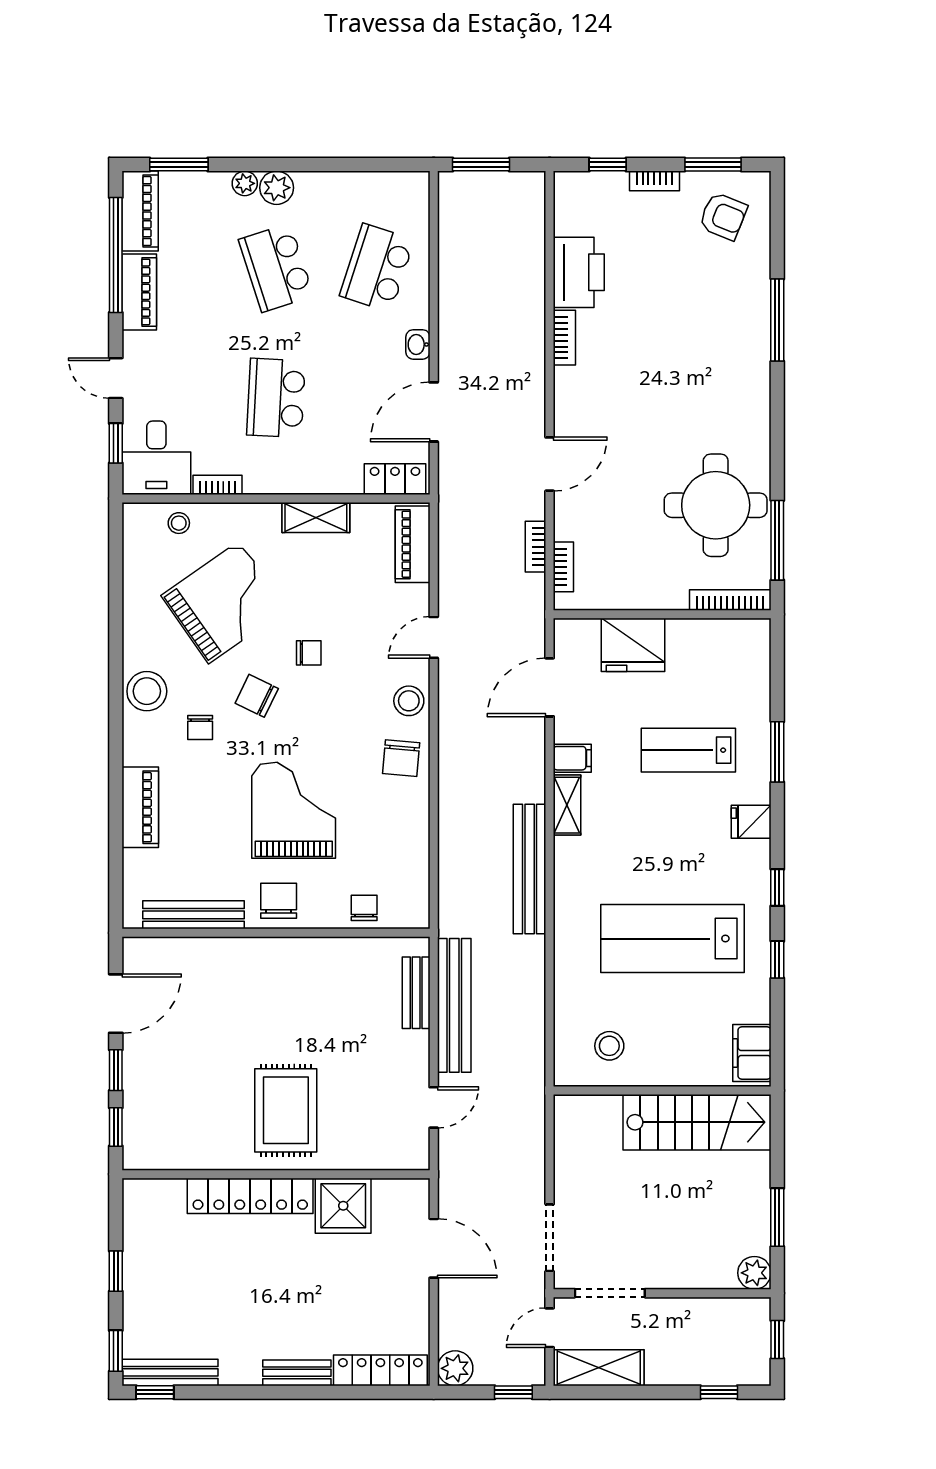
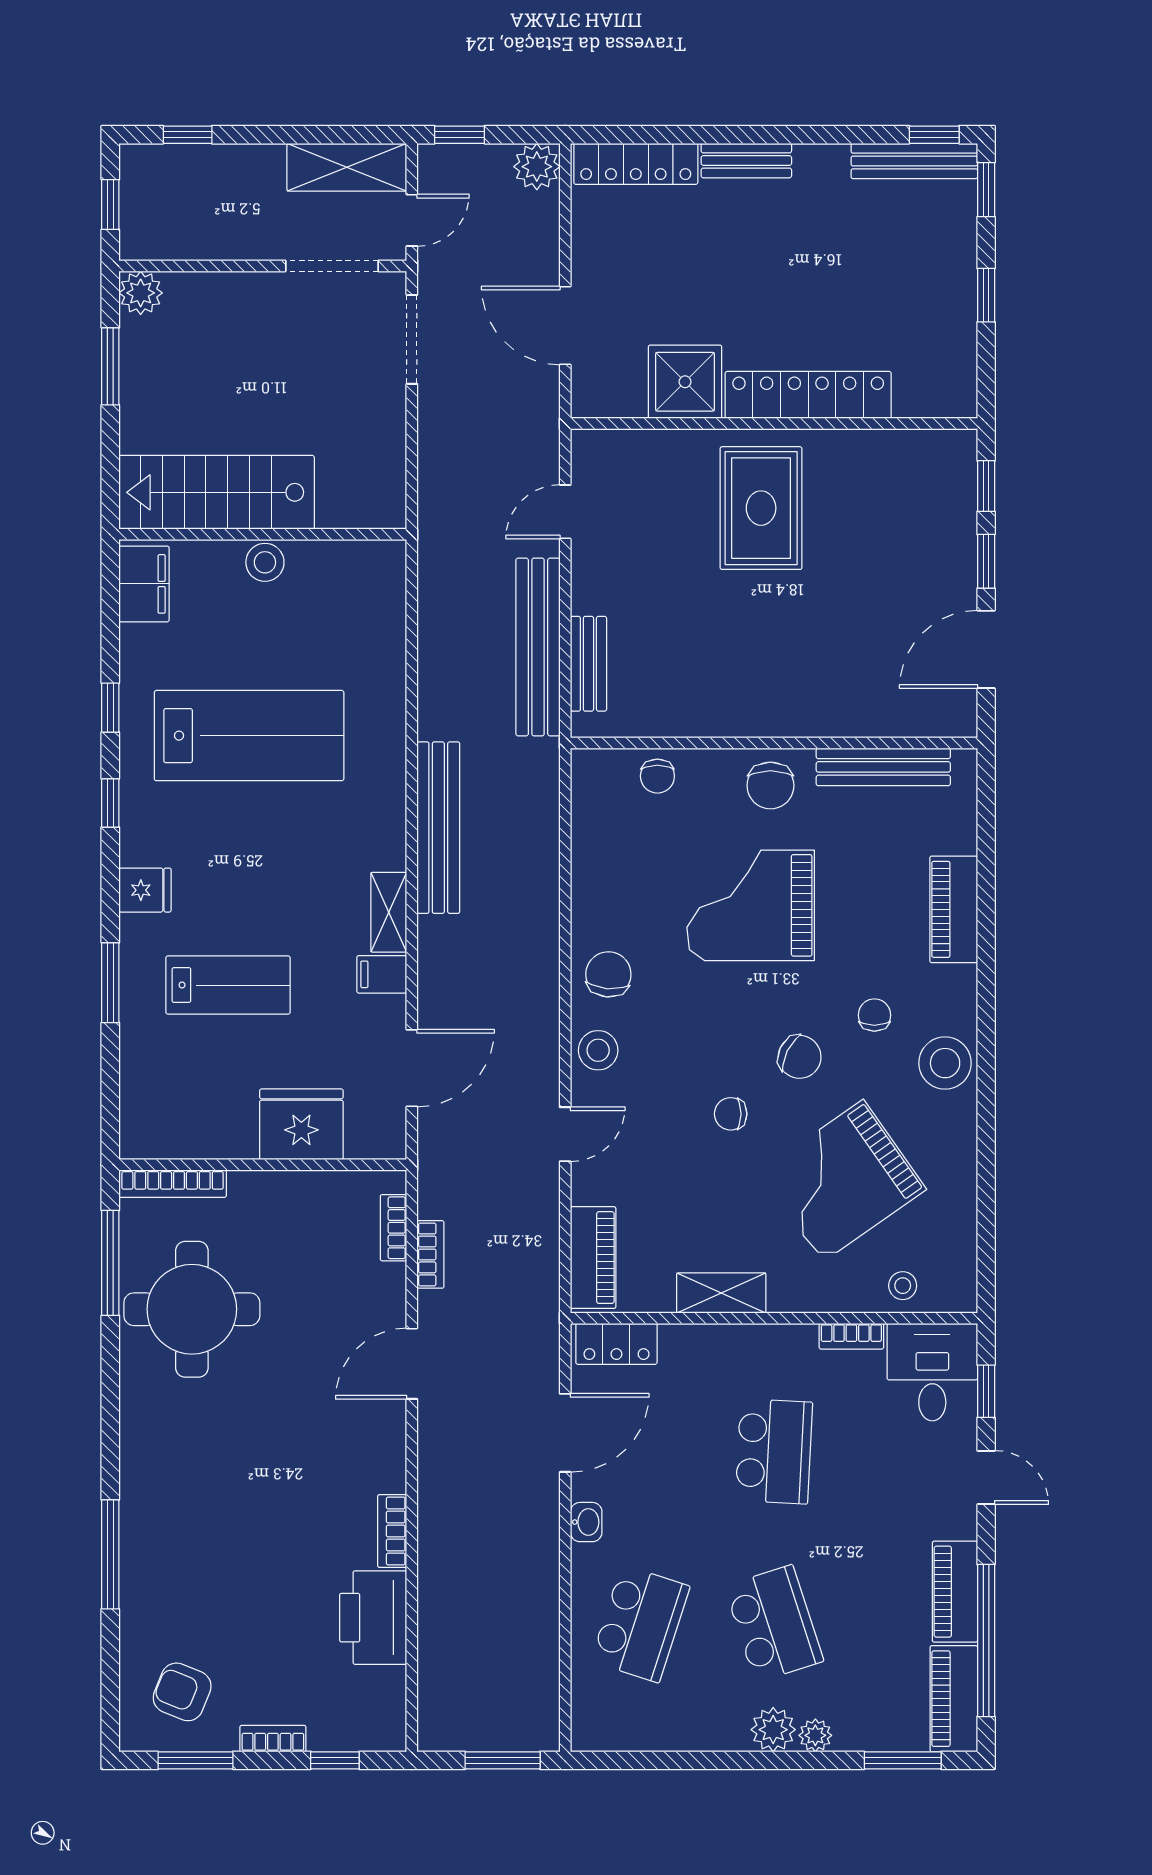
grand piano: (294, 810) -> (751, 905), turned 90
stool: (609, 1046) -> (265, 562), moved

